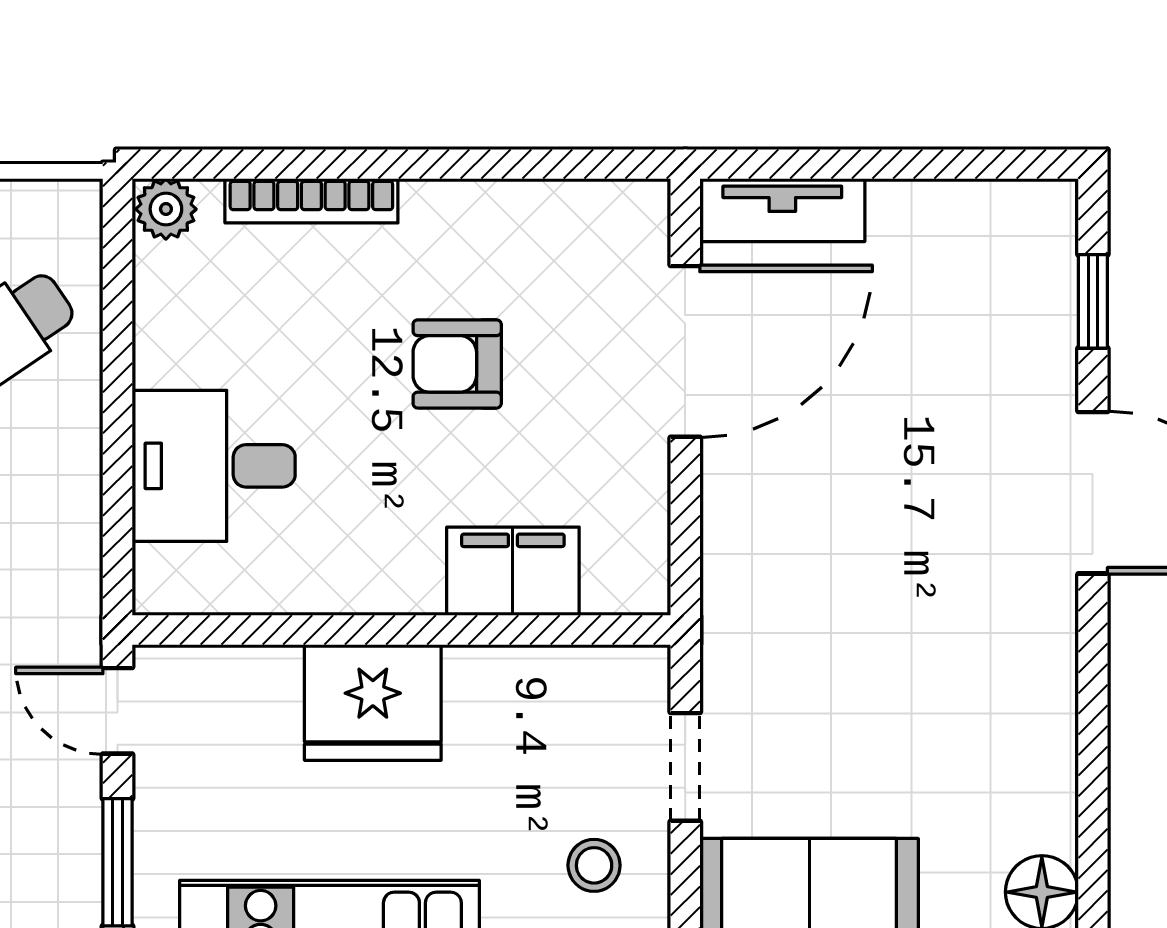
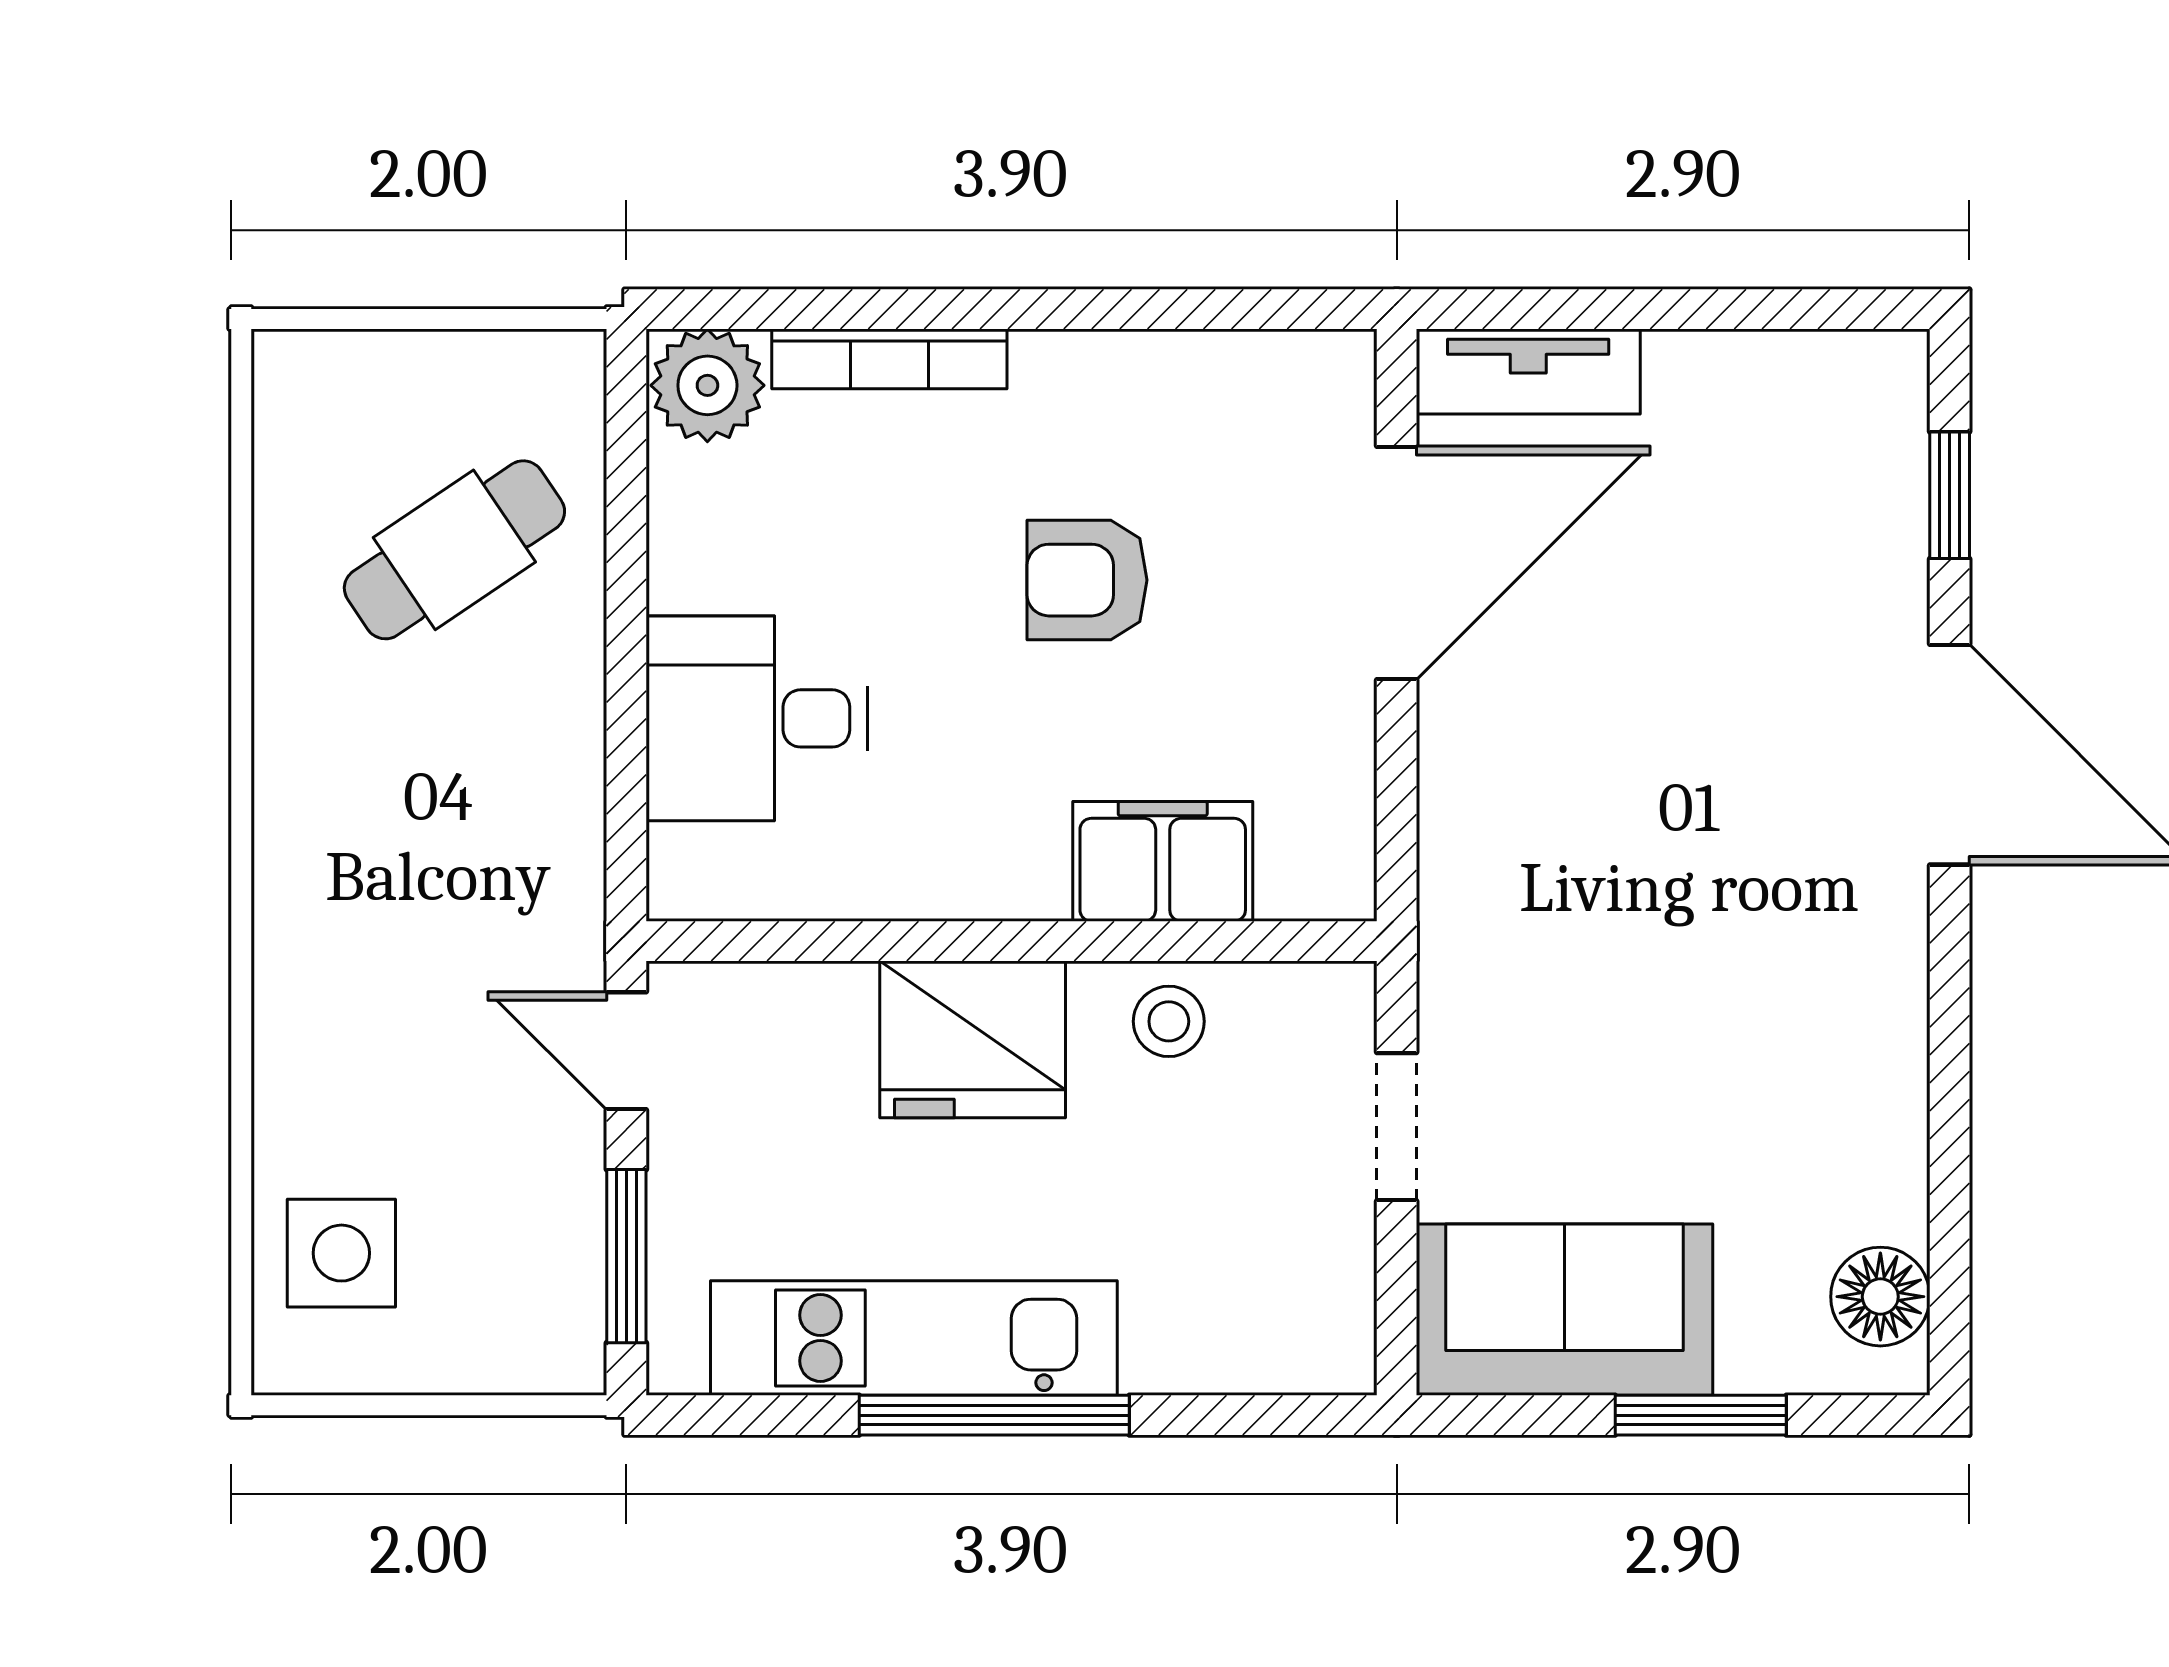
plant: (166, 209) -> (707, 385), width x1.38, depth x1.38
stool: (594, 865) -> (1169, 1021), moved

